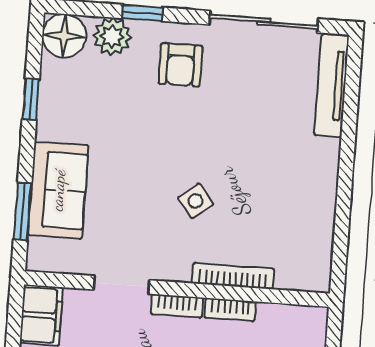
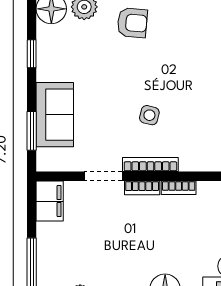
armchair: (180, 65) -> (132, 23), turned -85
side table: (195, 201) -> (149, 115), turned -38
bookcase: (233, 276) -> (150, 165), moved

